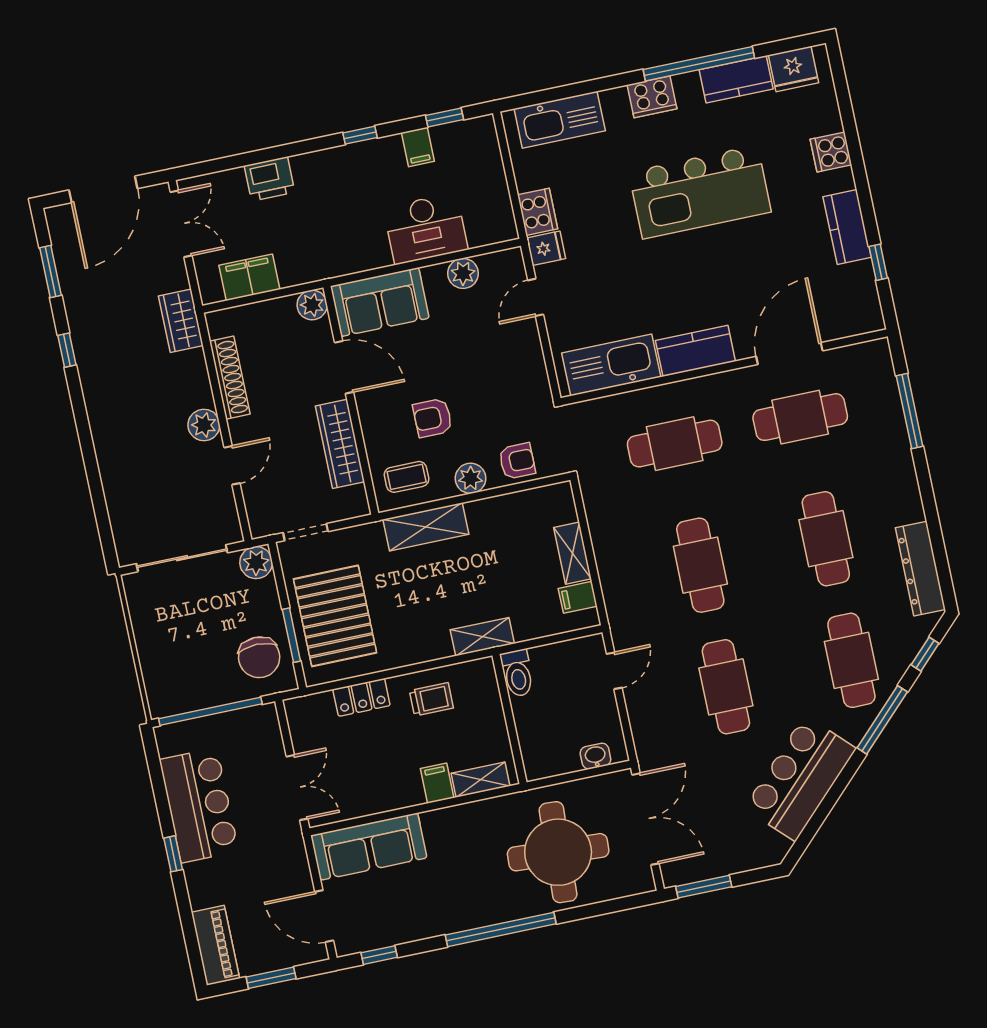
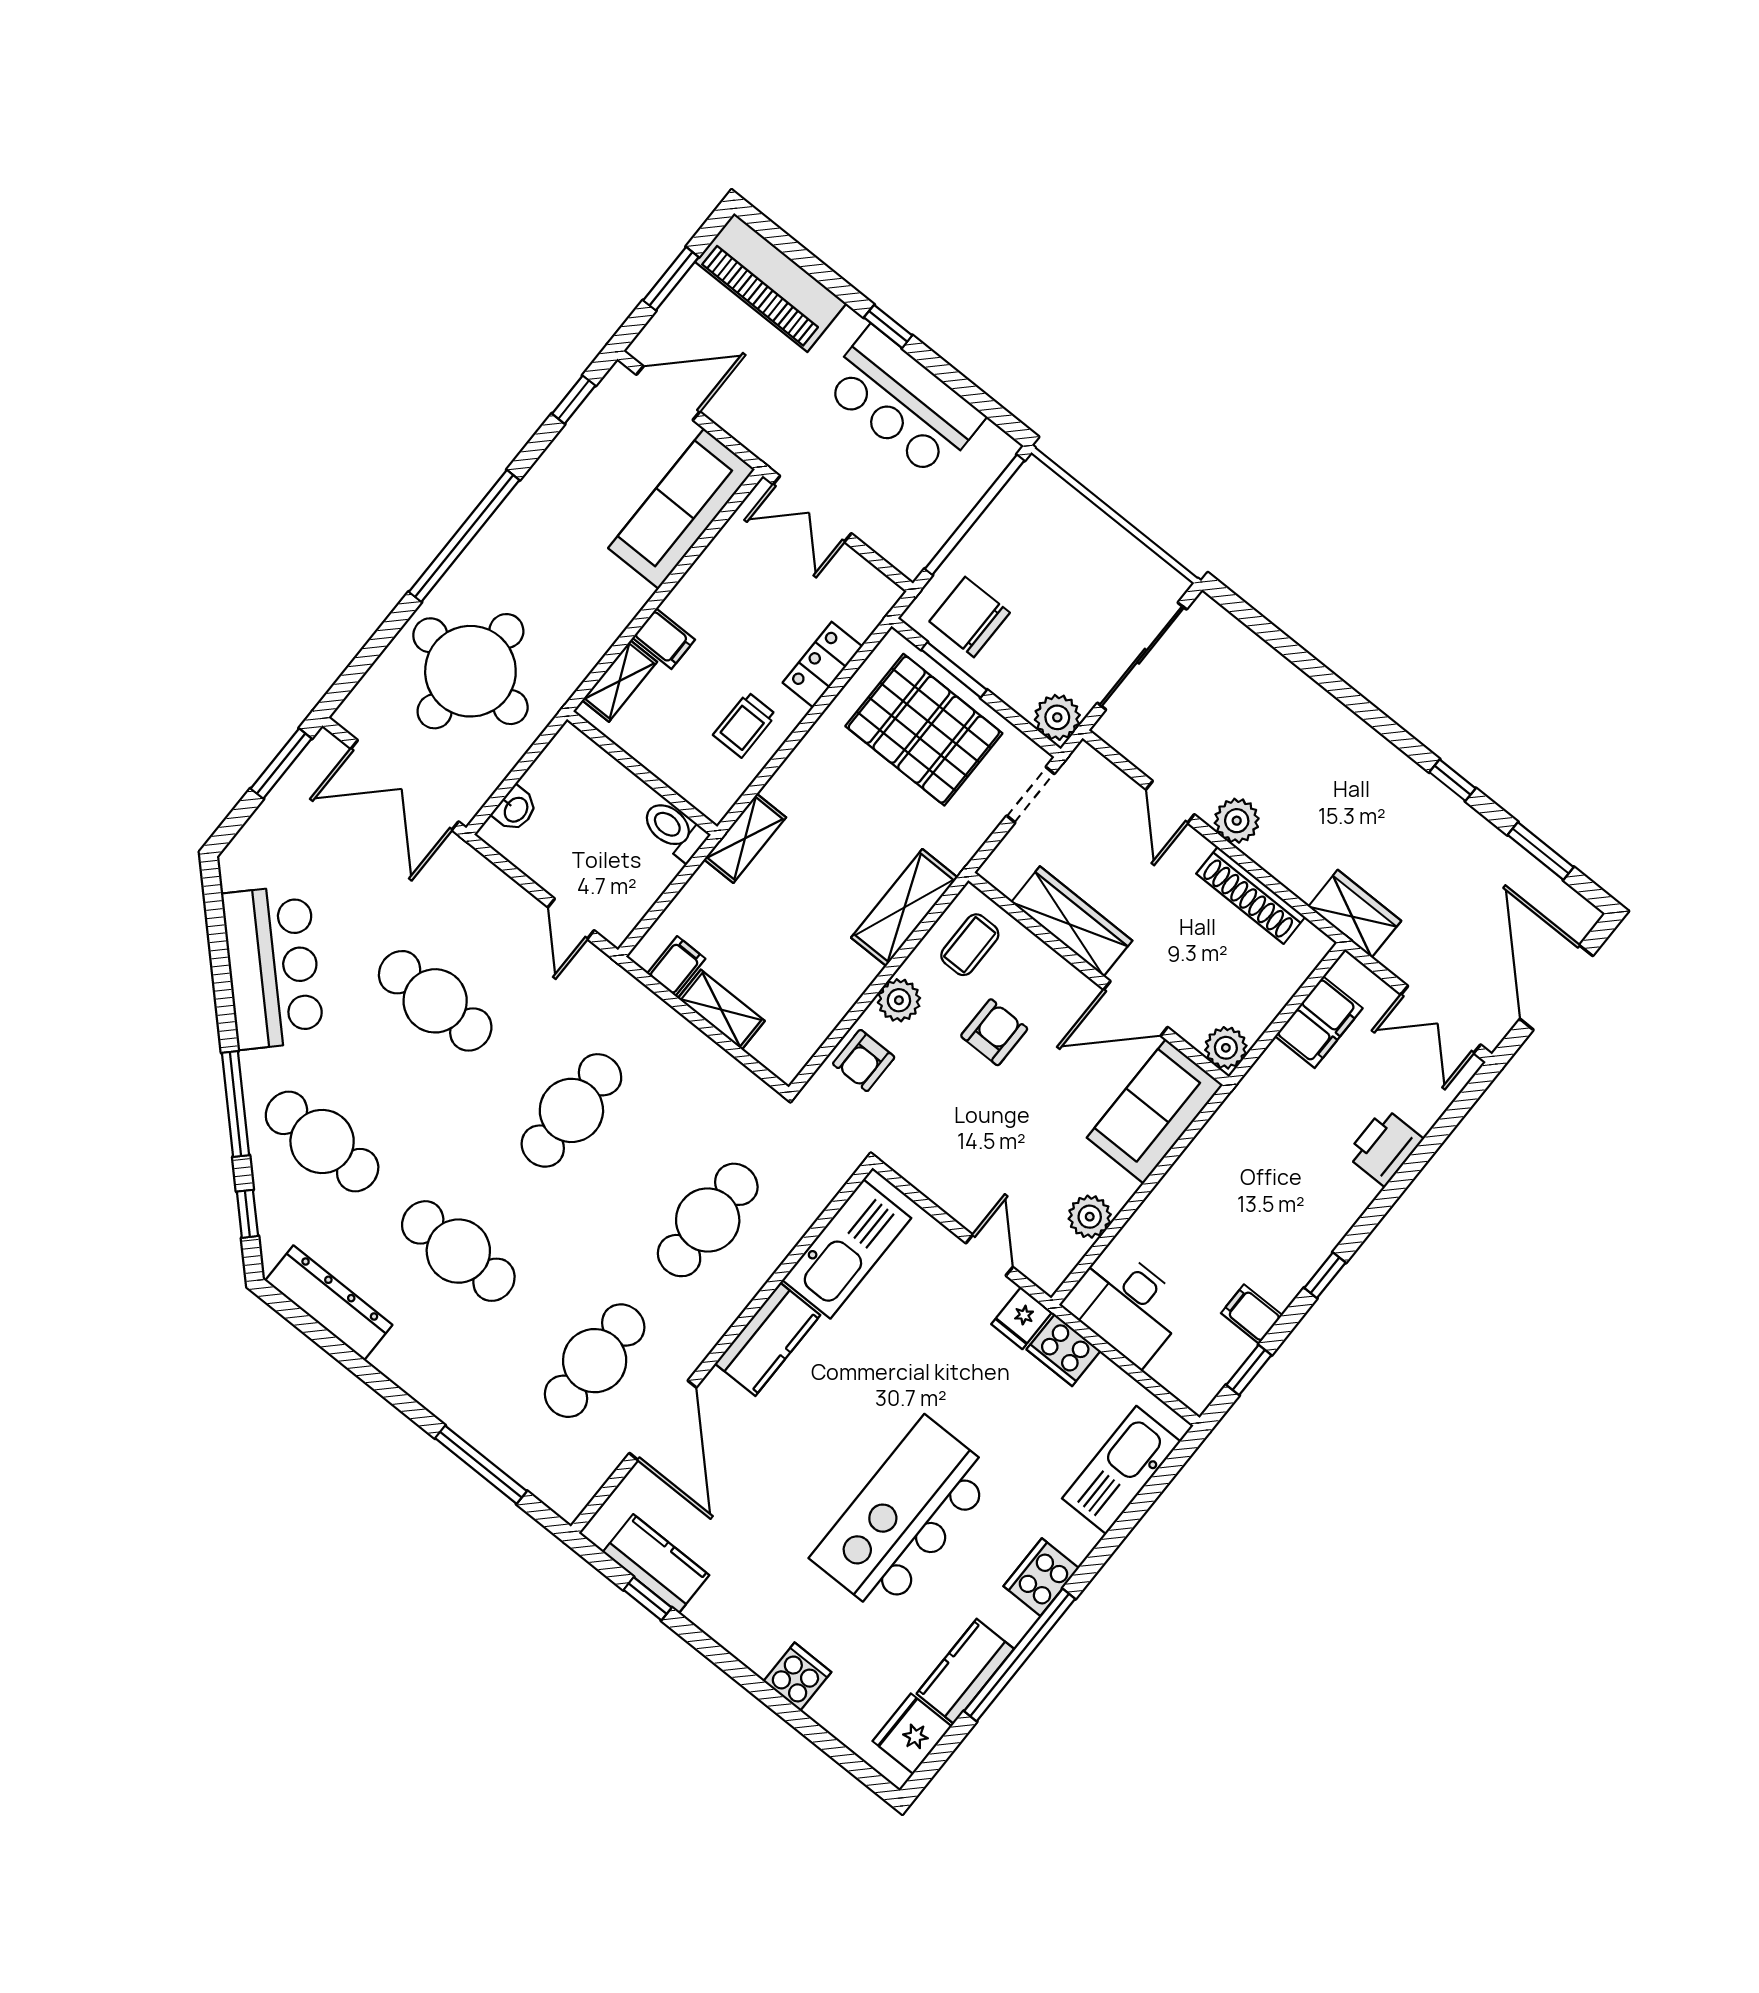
kitchen counter: (847, 227) -> (656, 1564), moved
desk: (426, 229) -> (1126, 1305), moved, turned -90
cafe table: (700, 565) -> (571, 1110), turned 90
piano: (215, 945) -> (771, 283), width x1.37, depth x1.33

